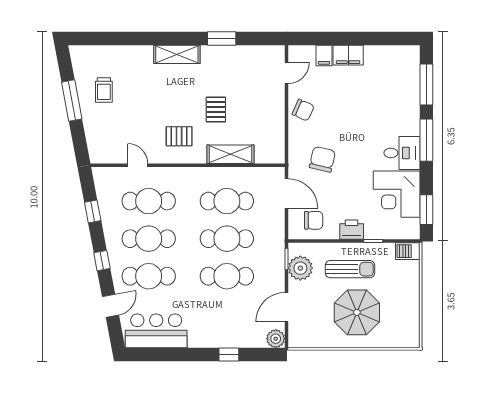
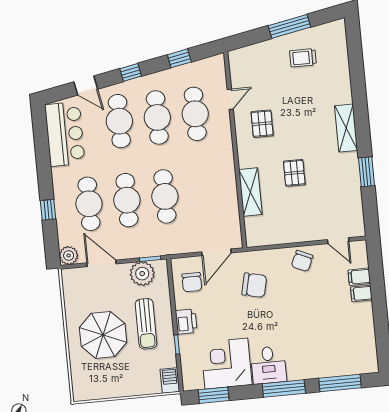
filing cabinet: (348, 55) -> (361, 293), width x0.50
pallet: (216, 109) -> (294, 173), turned 90
pallet: (179, 136) -> (262, 124), moved
cafe table: (227, 201) -> (89, 204), moved

